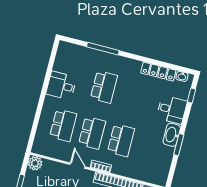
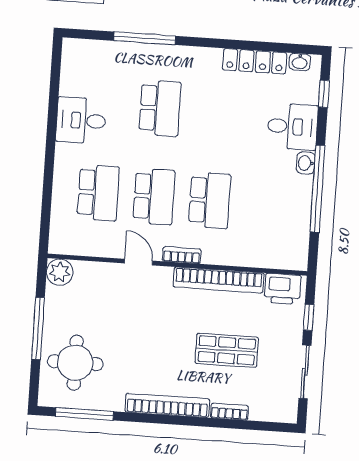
washbasin: (172, 135) -> (306, 163), width x0.52, depth x0.69
window: (179, 145) -> (317, 189), width x2.11

